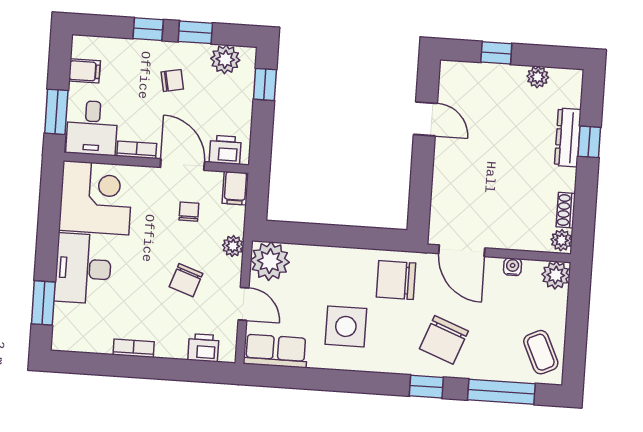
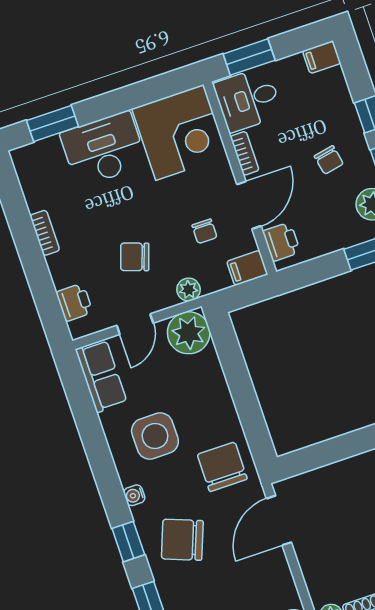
filing cabinet: (84, 71) -> (322, 57), moved, turned 90
chair: (189, 212) -> (204, 231), turned 90
water cooler: (513, 267) -> (134, 495), moved, turned 180

